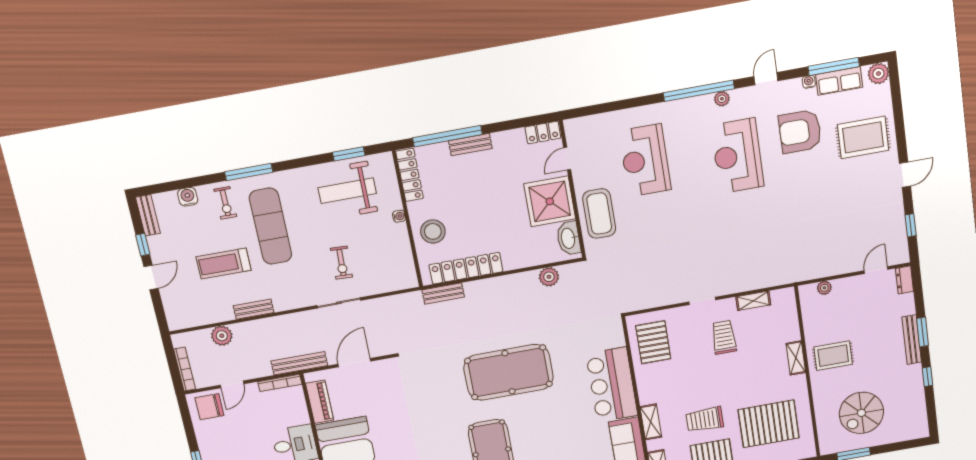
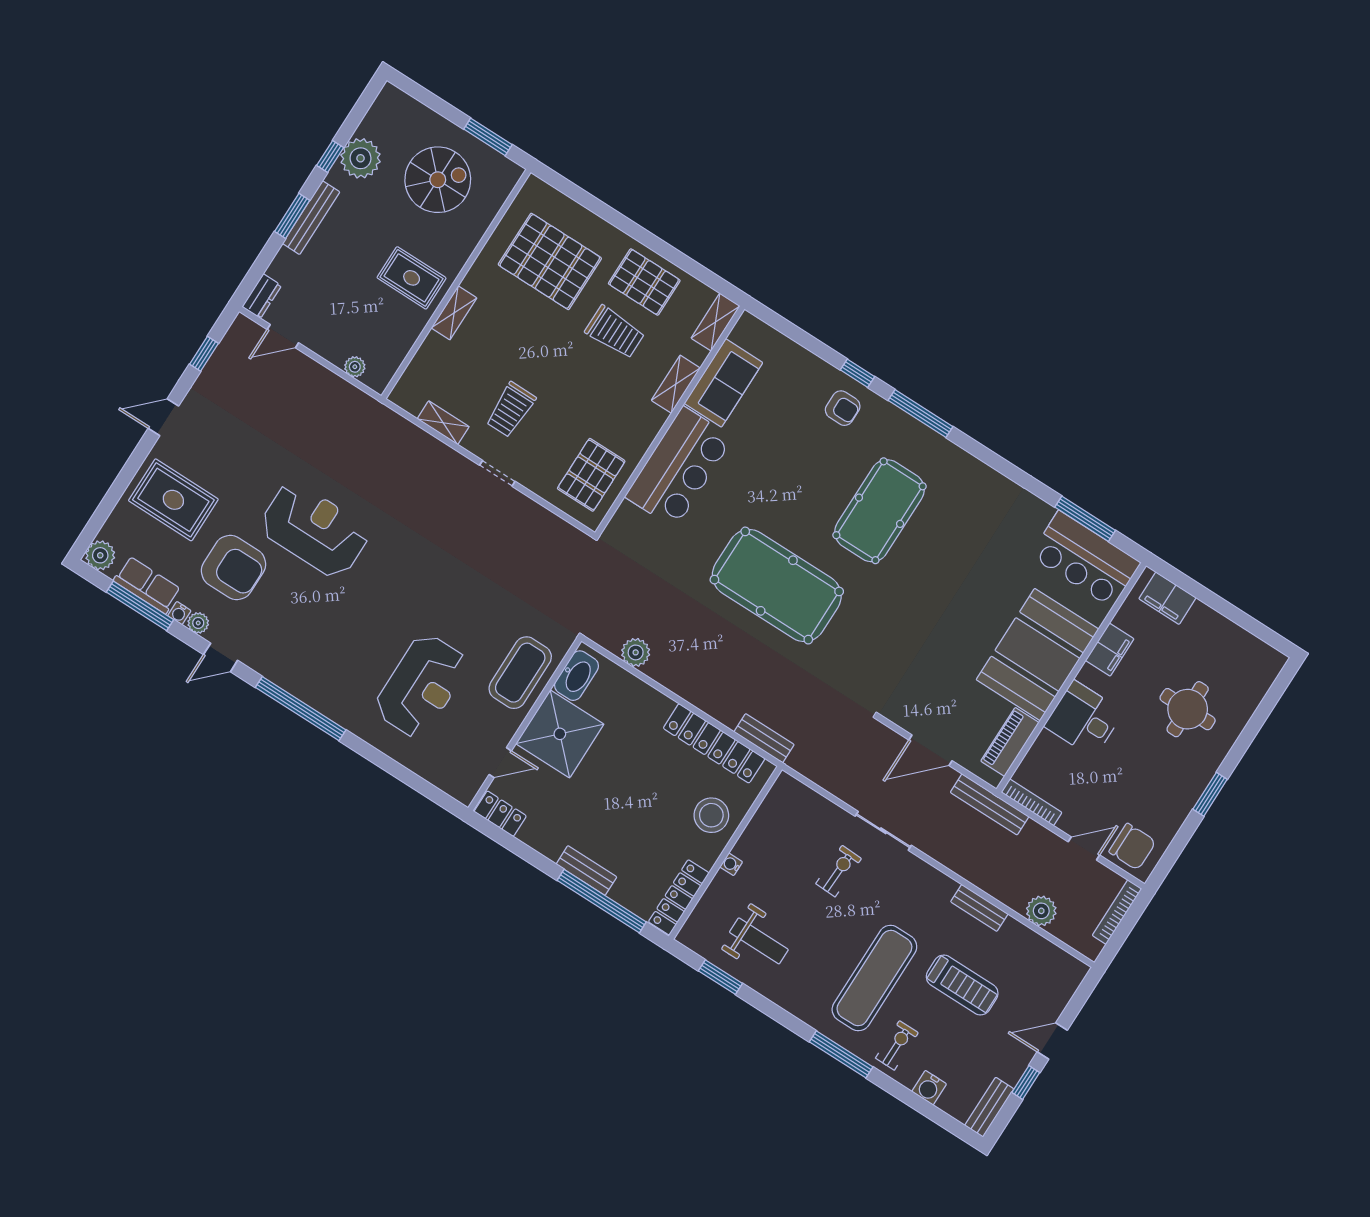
plant: (722, 99) -> (198, 623), moved
reception desk: (737, 156) -> (314, 530), moved, turned -90
weight bench: (347, 191) -> (759, 941), width x0.73, depth x0.75
plant: (911, 389) -> (361, 158), added

